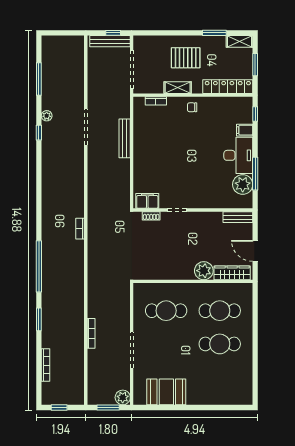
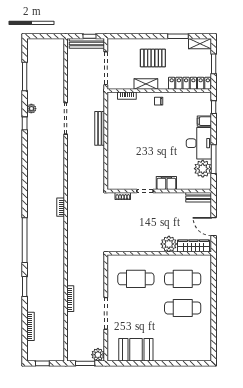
filing cabinet: (147, 201) -> (166, 183), moved

